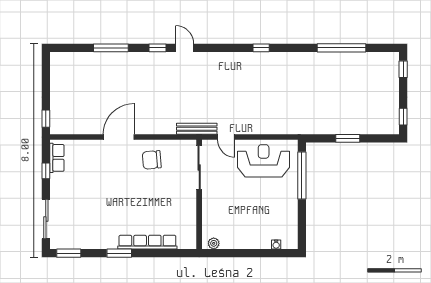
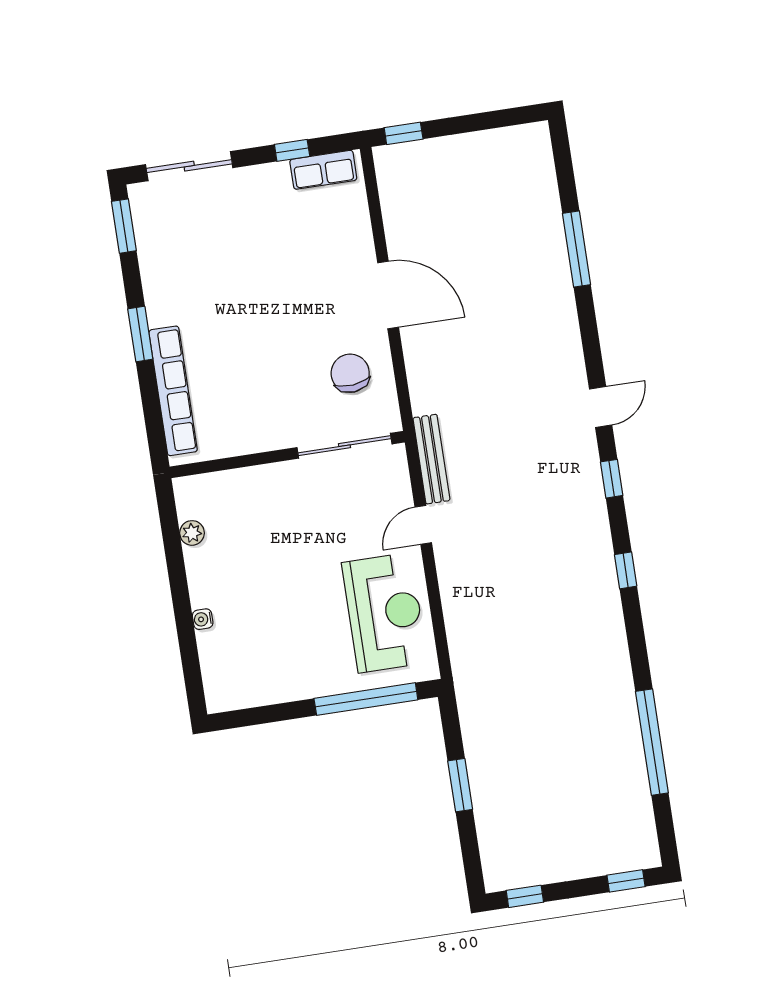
window: (157, 48) -> (612, 479), moved
sliding door: (199, 168) -> (345, 446), moved
wall: (199, 194) -> (287, 454), moved
water cooler: (276, 245) -> (203, 619), moved

